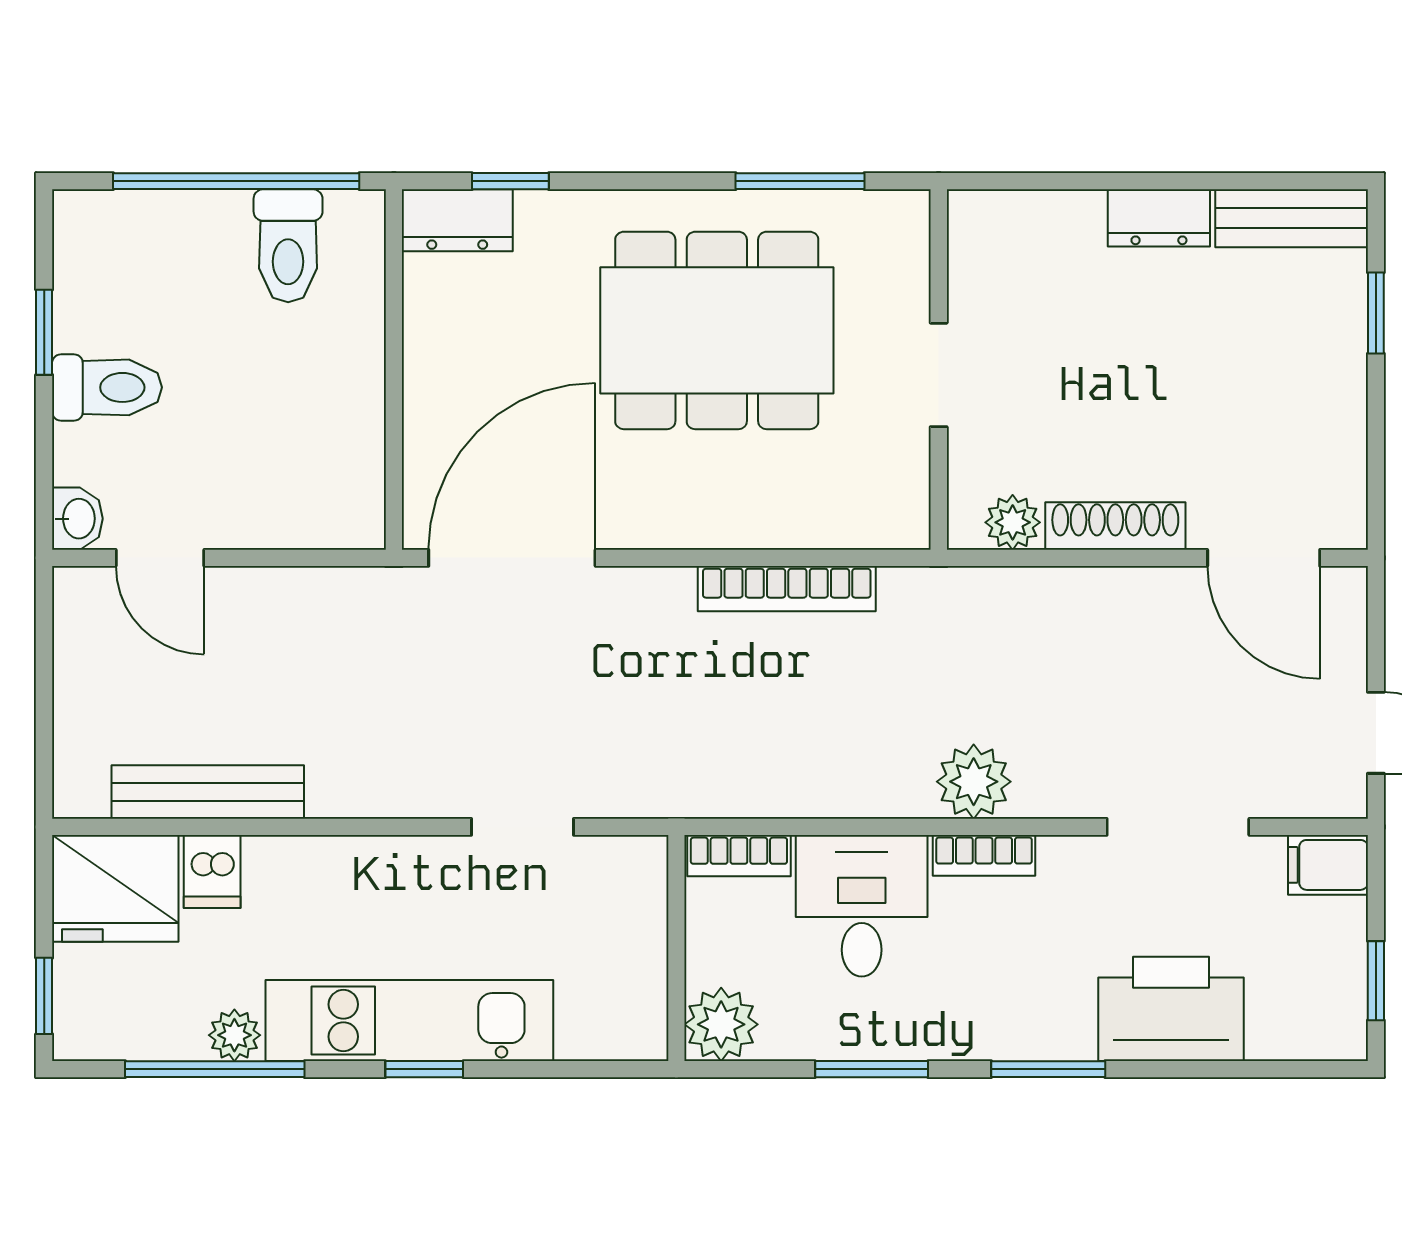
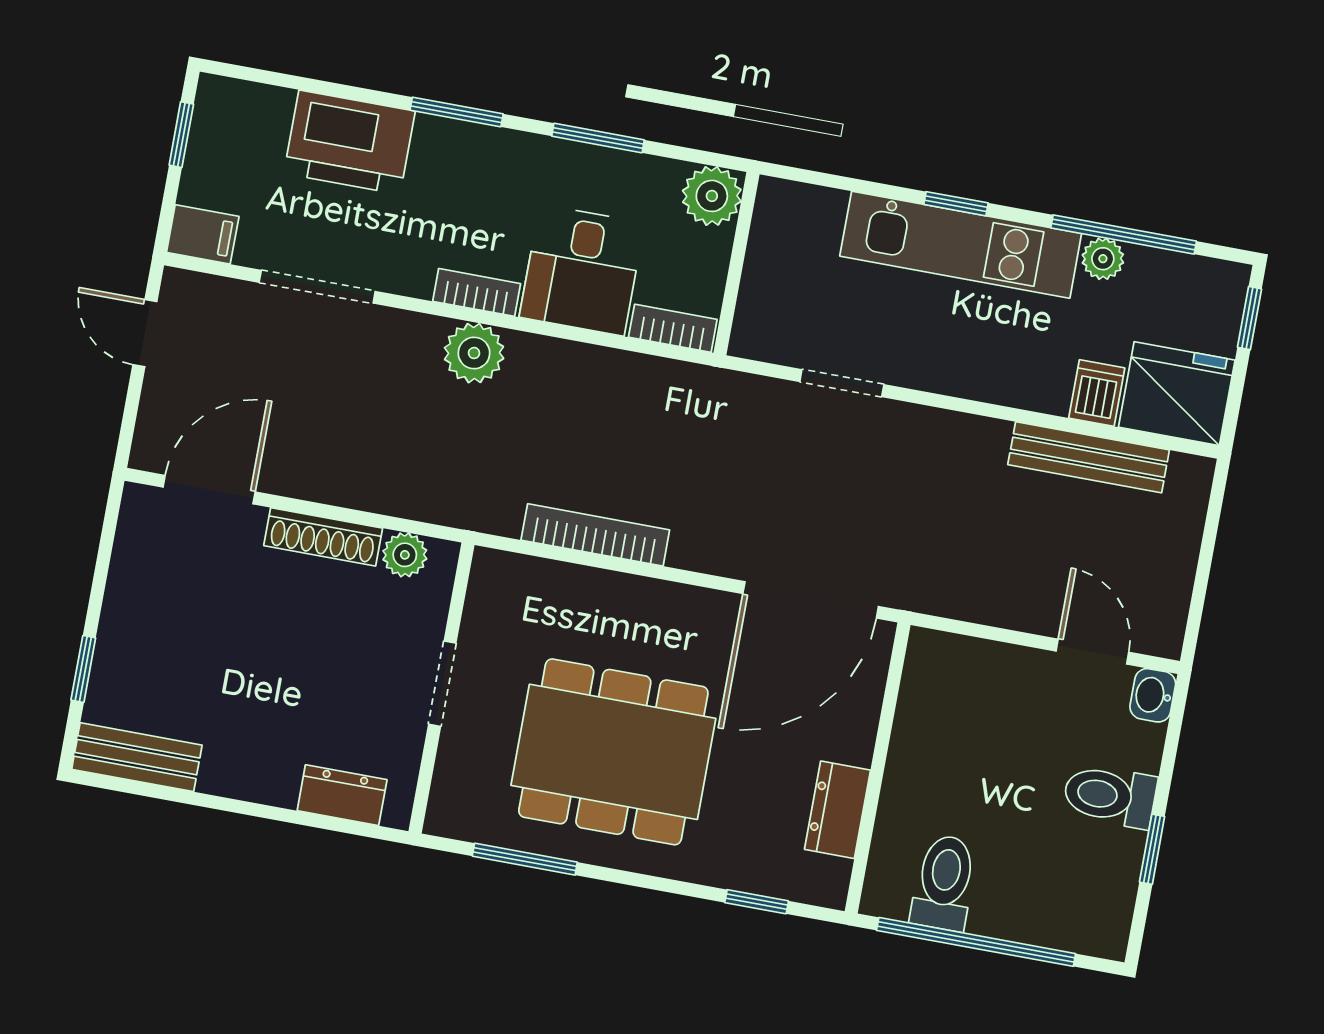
dresser: (1159, 218) -> (342, 795), moved
dresser: (457, 220) -> (838, 810), moved, turned -90
door: (1264, 558) -> (209, 490), hinge flipped

